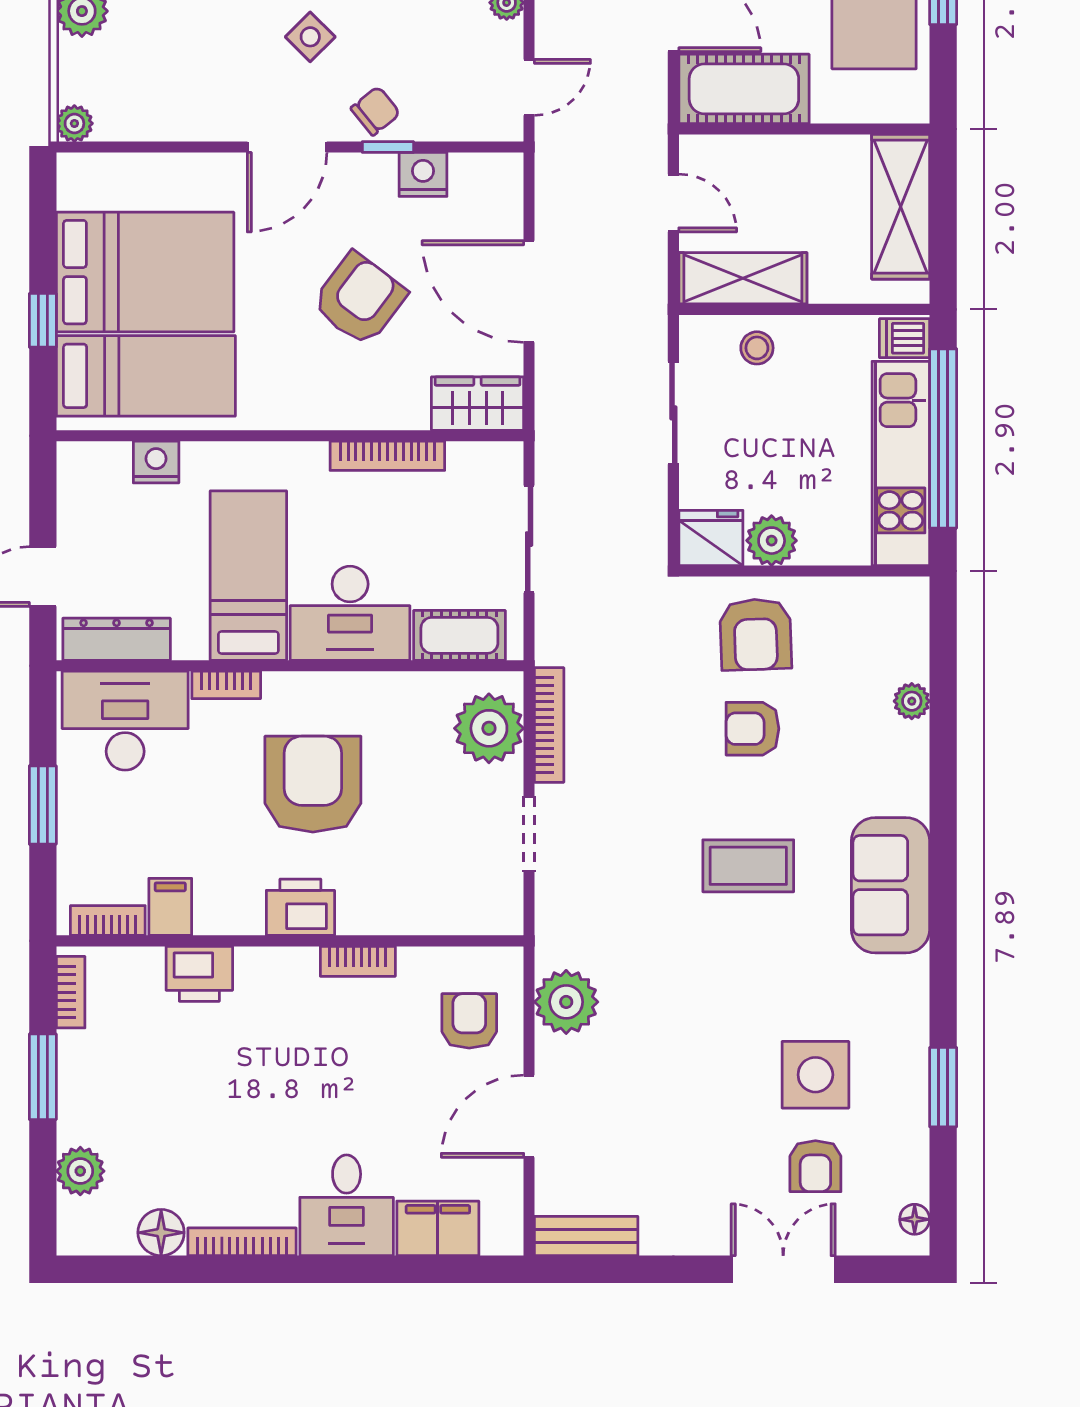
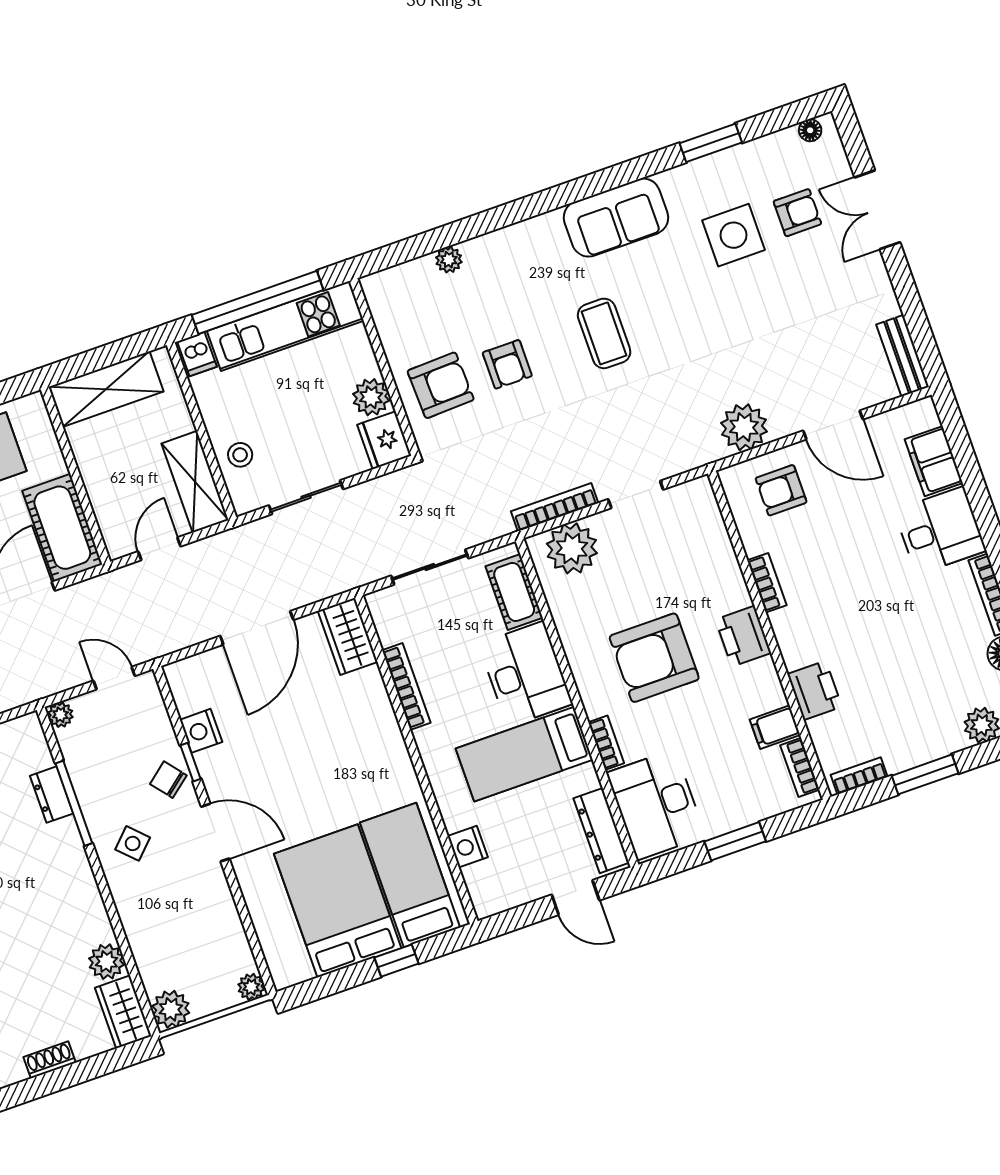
armchair: (359, 299) -> (304, 745), removed
sofa: (891, 885) -> (616, 218), moved

